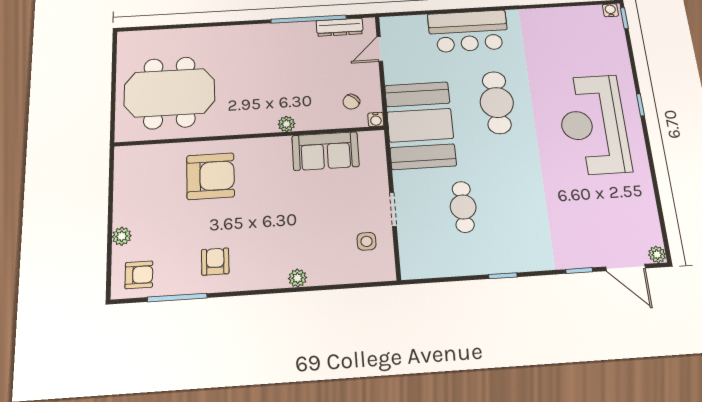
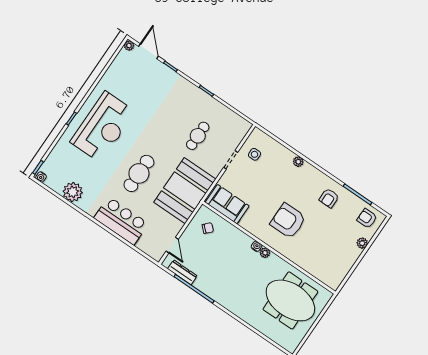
plant: (557, 21) -> (73, 192), added
door: (380, 49) -> (172, 245), hinge flipped
water cooler: (376, 119) -> (256, 246), moved
plant: (286, 124) -> (265, 253), moved
sofa: (325, 151) -> (227, 204), moved
armchair: (210, 176) -> (288, 221), moved

